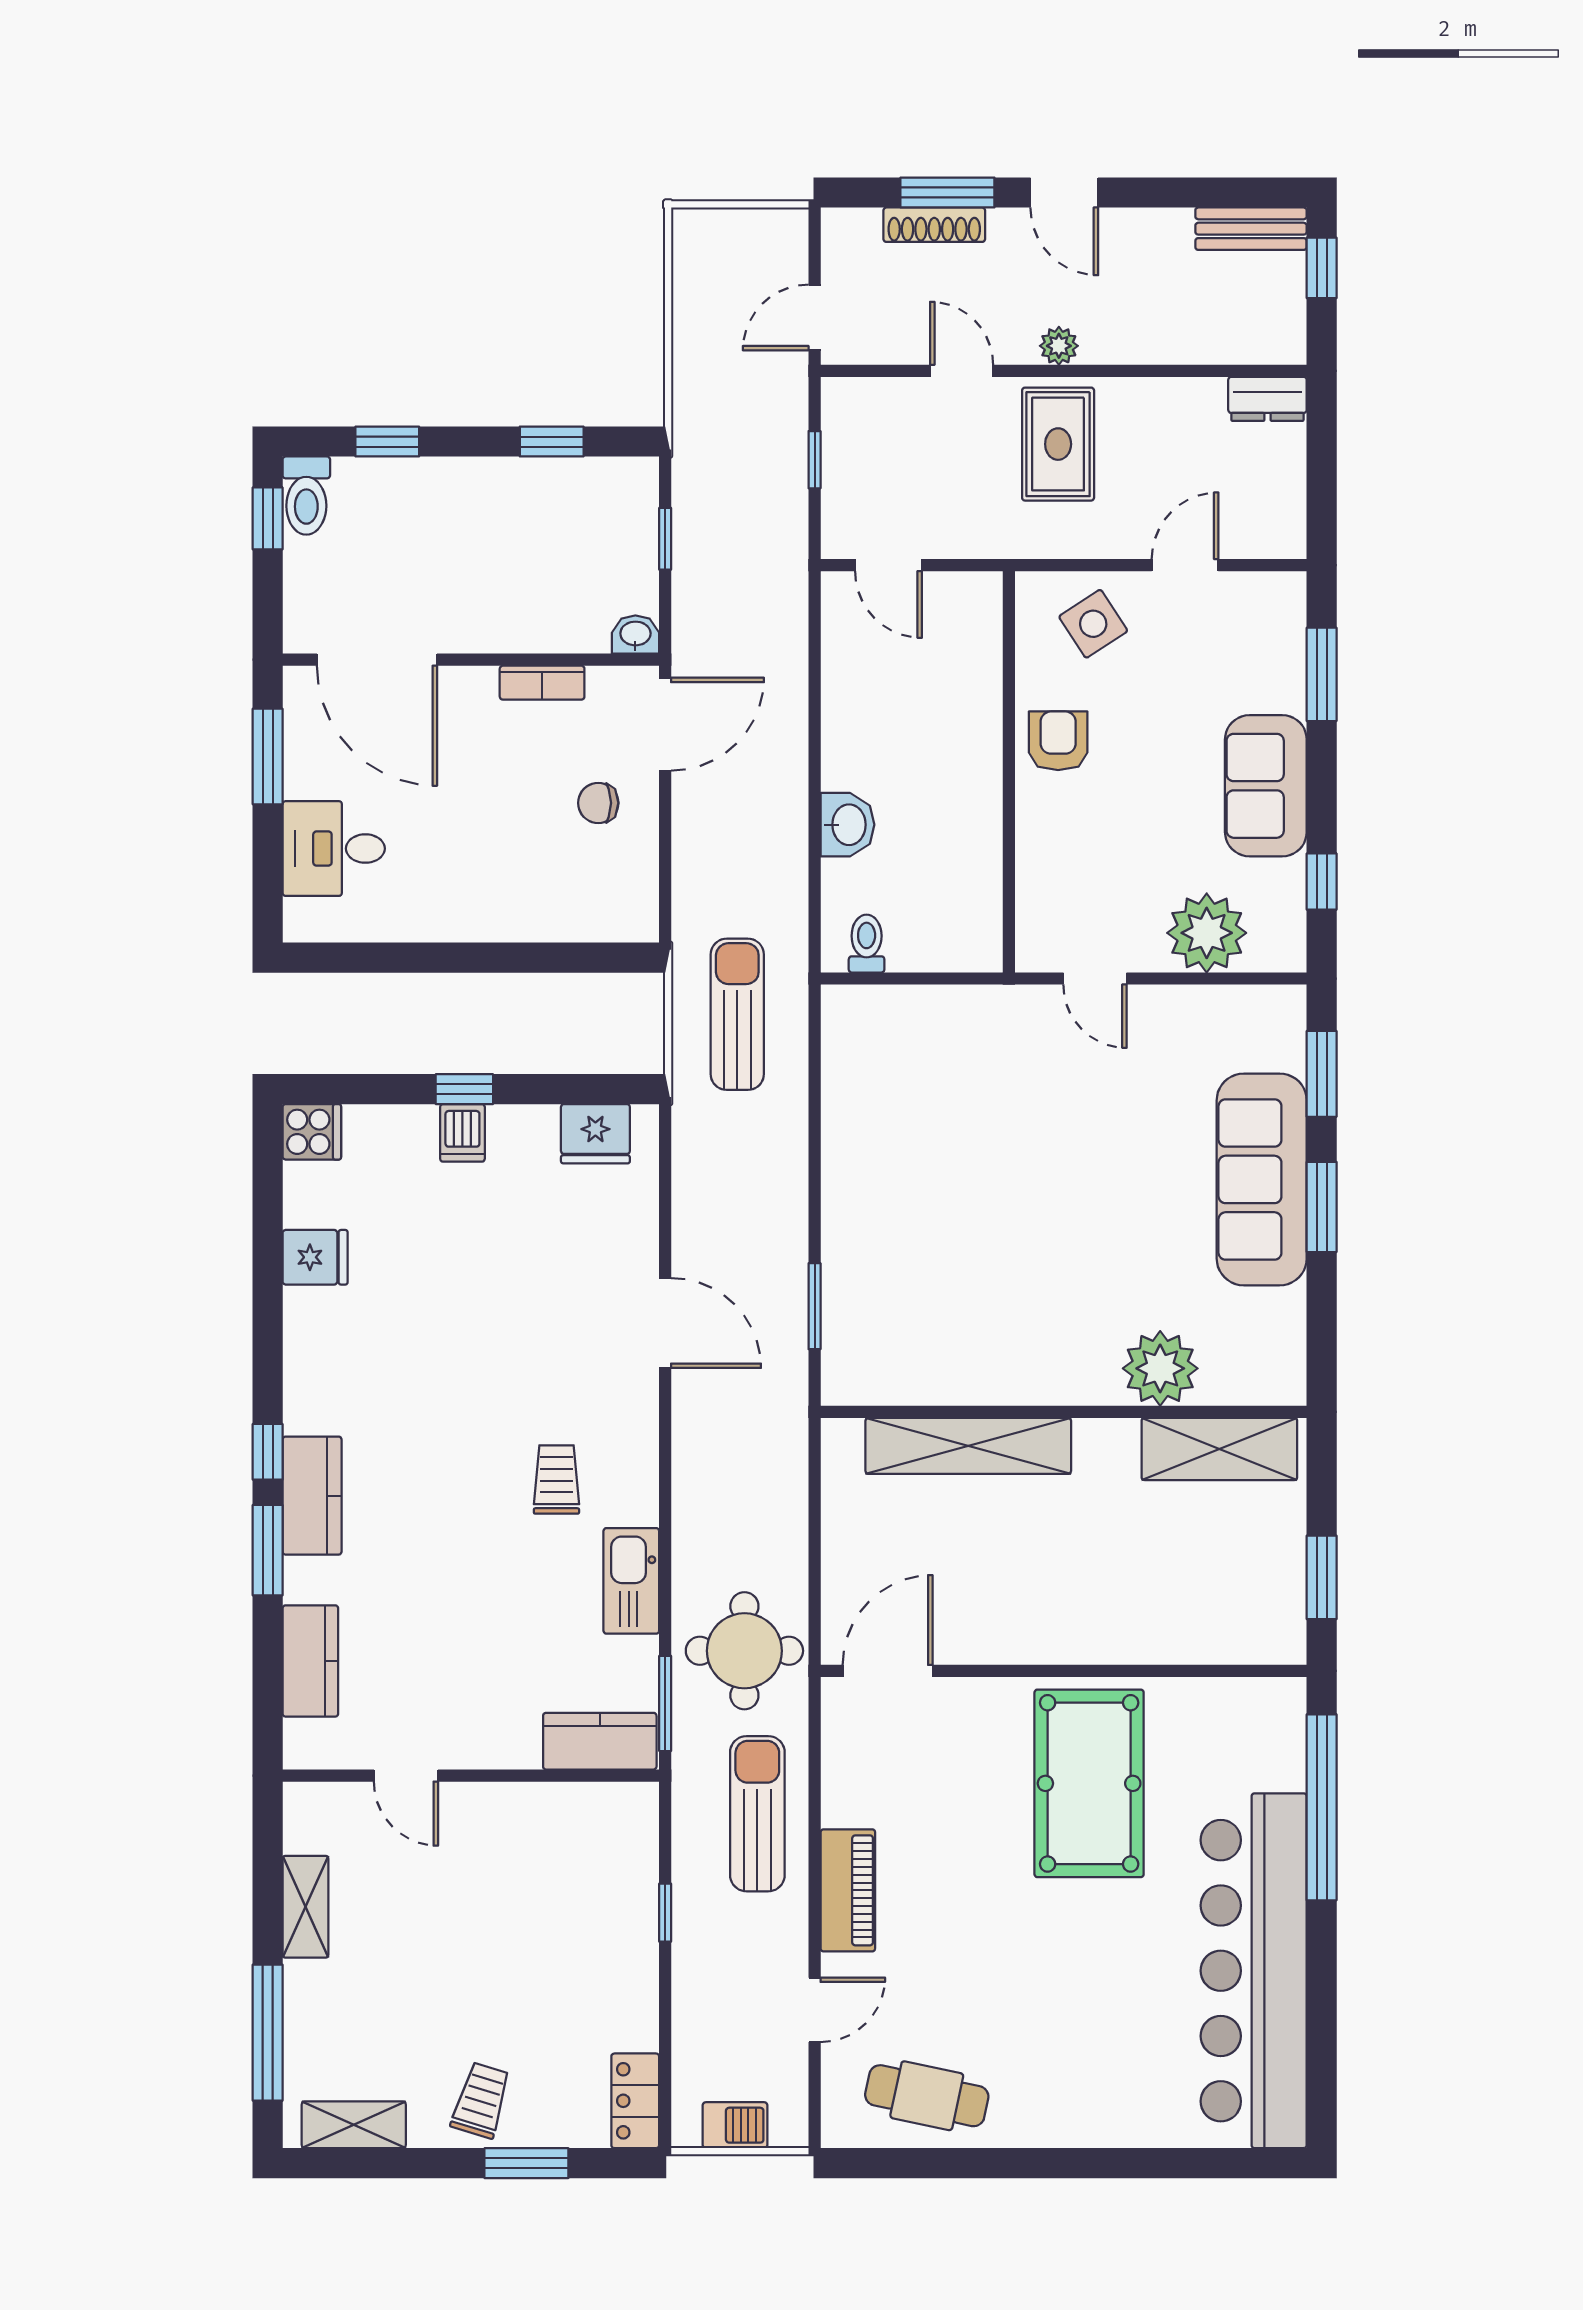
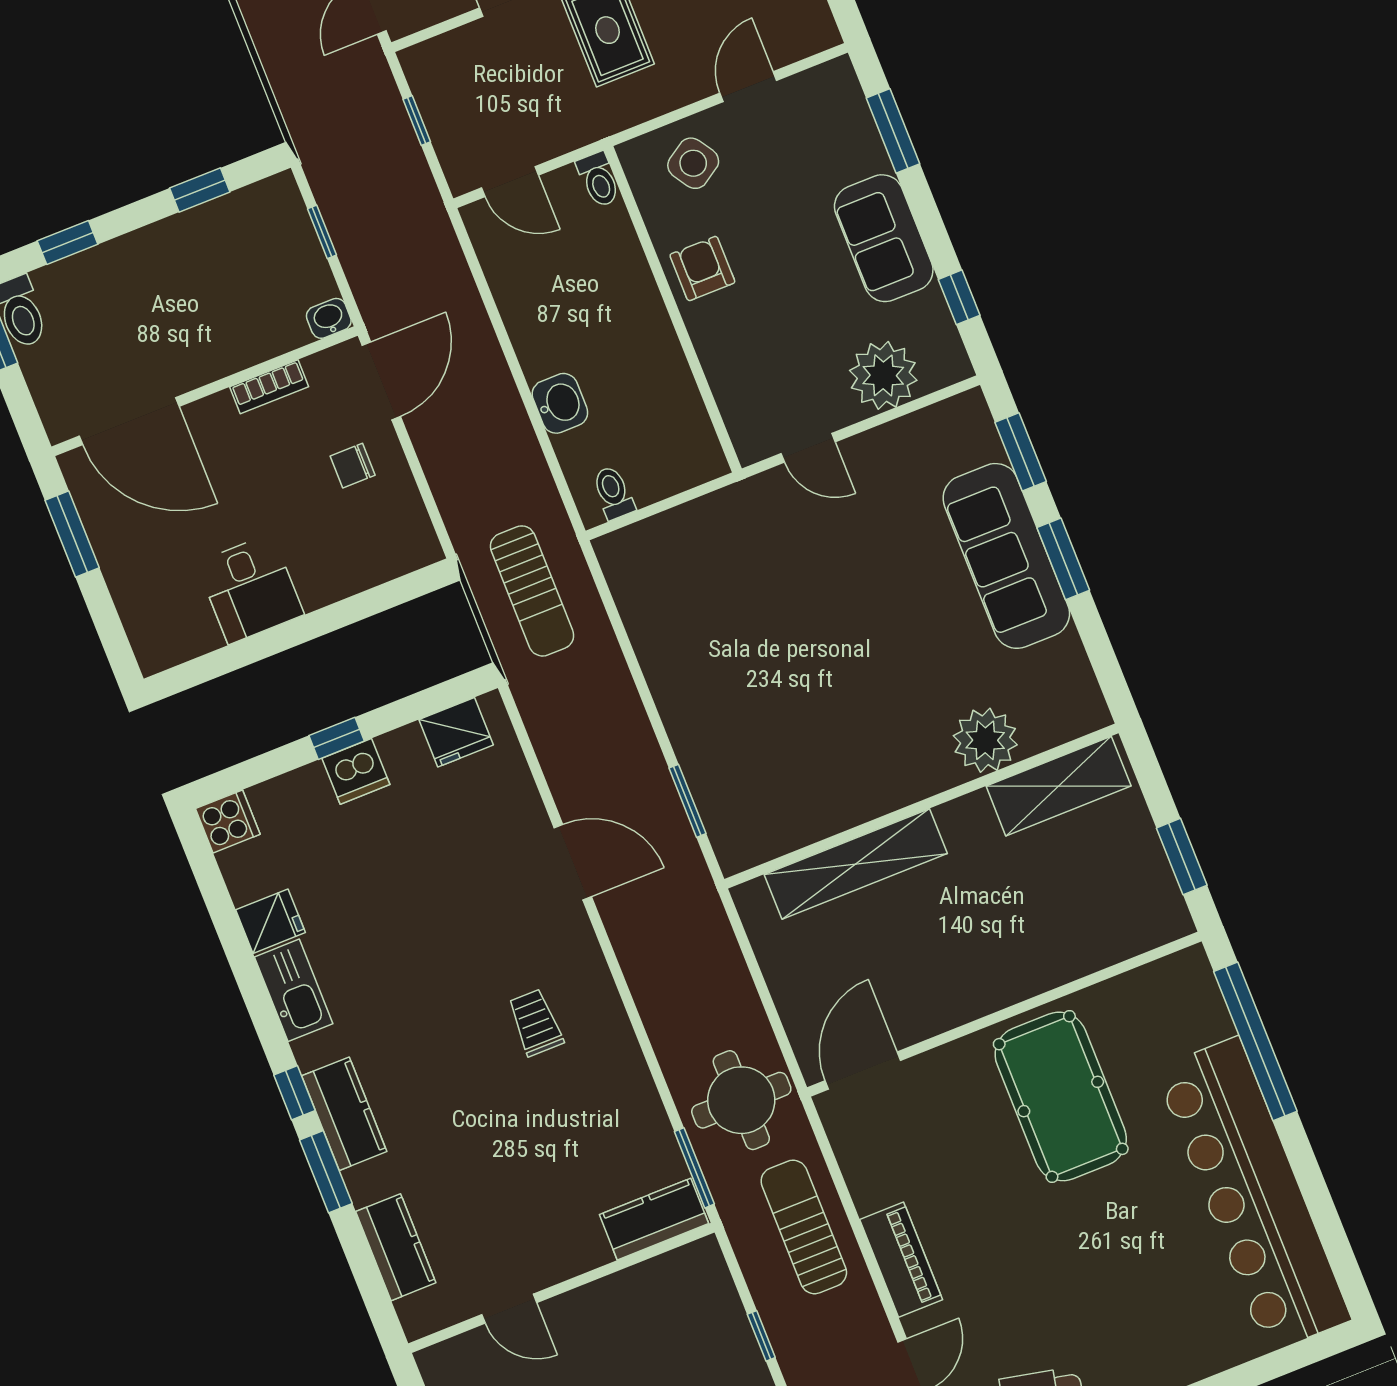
toilet: (985, 601) -> (599, 180), added
desk: (334, 849) -> (250, 589), moved, turned -90
sun lounger: (737, 1014) -> (532, 591), turned 180
dishwasher: (462, 1133) -> (356, 771), width x1.38
kitchen sink: (631, 1581) -> (294, 990), moved, turned 180

